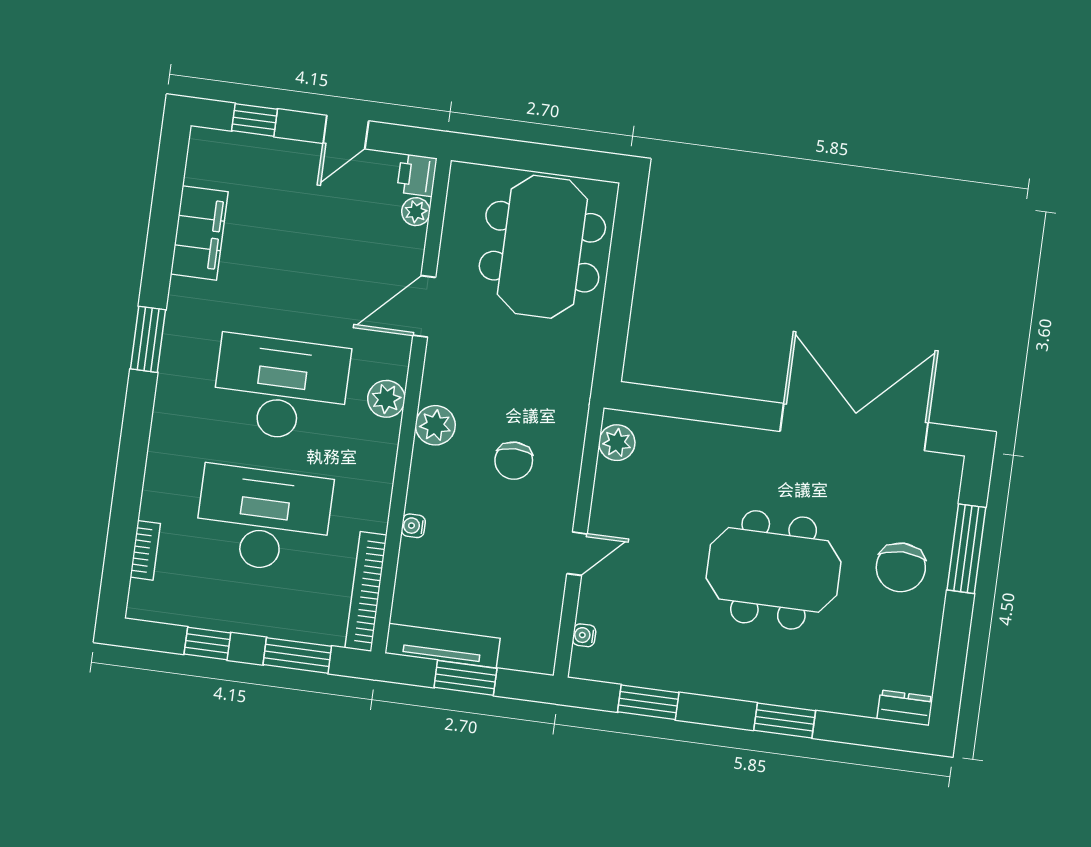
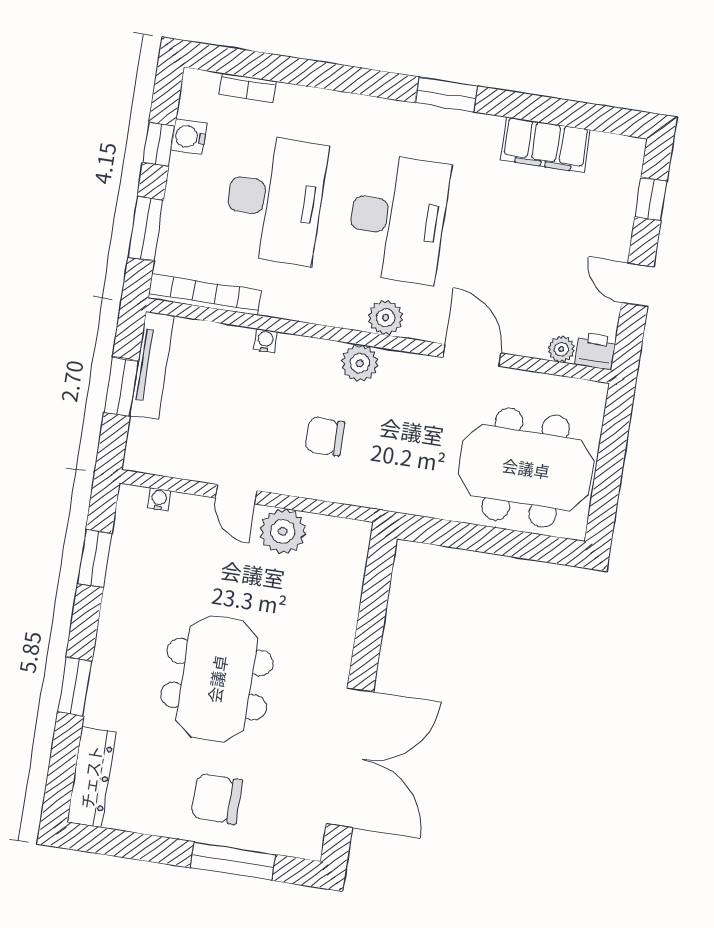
plant: (617, 443) -> (283, 531), moved, width x1.36, depth x1.36
water cooler: (199, 612) -> (189, 137), added
dresser: (905, 708) -> (91, 777), width x1.96, depth x1.24

